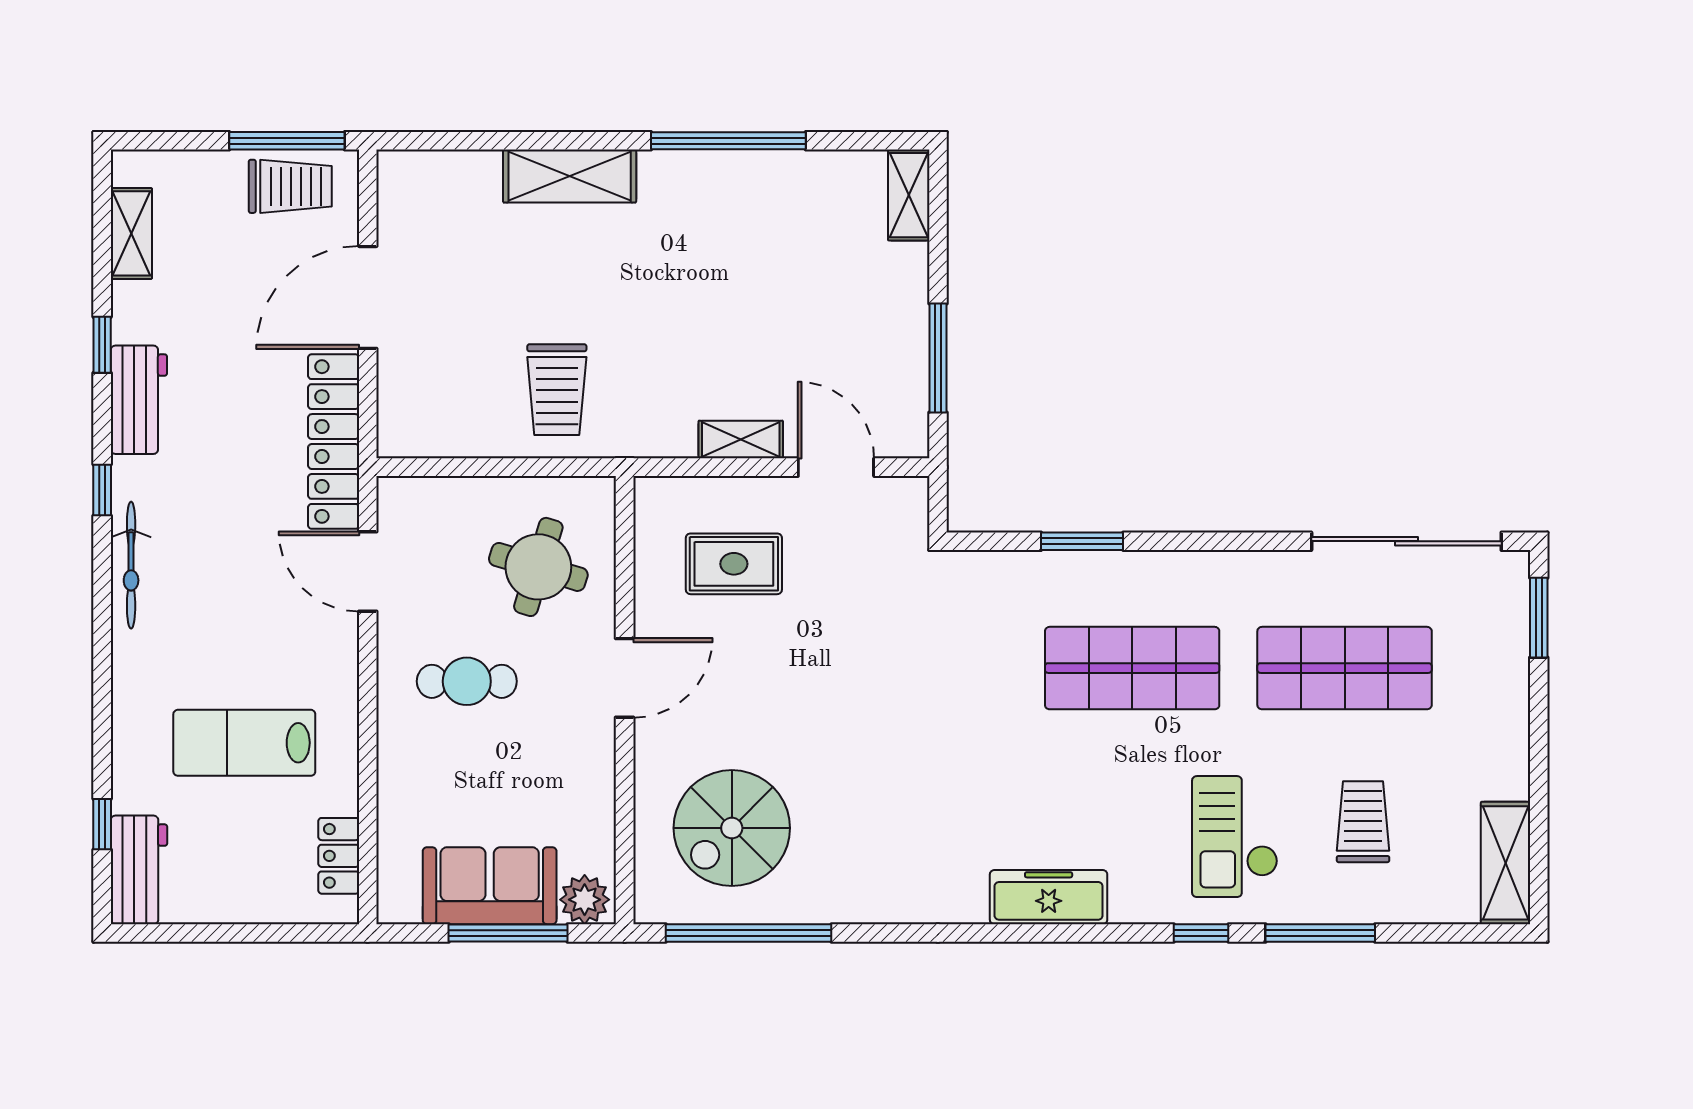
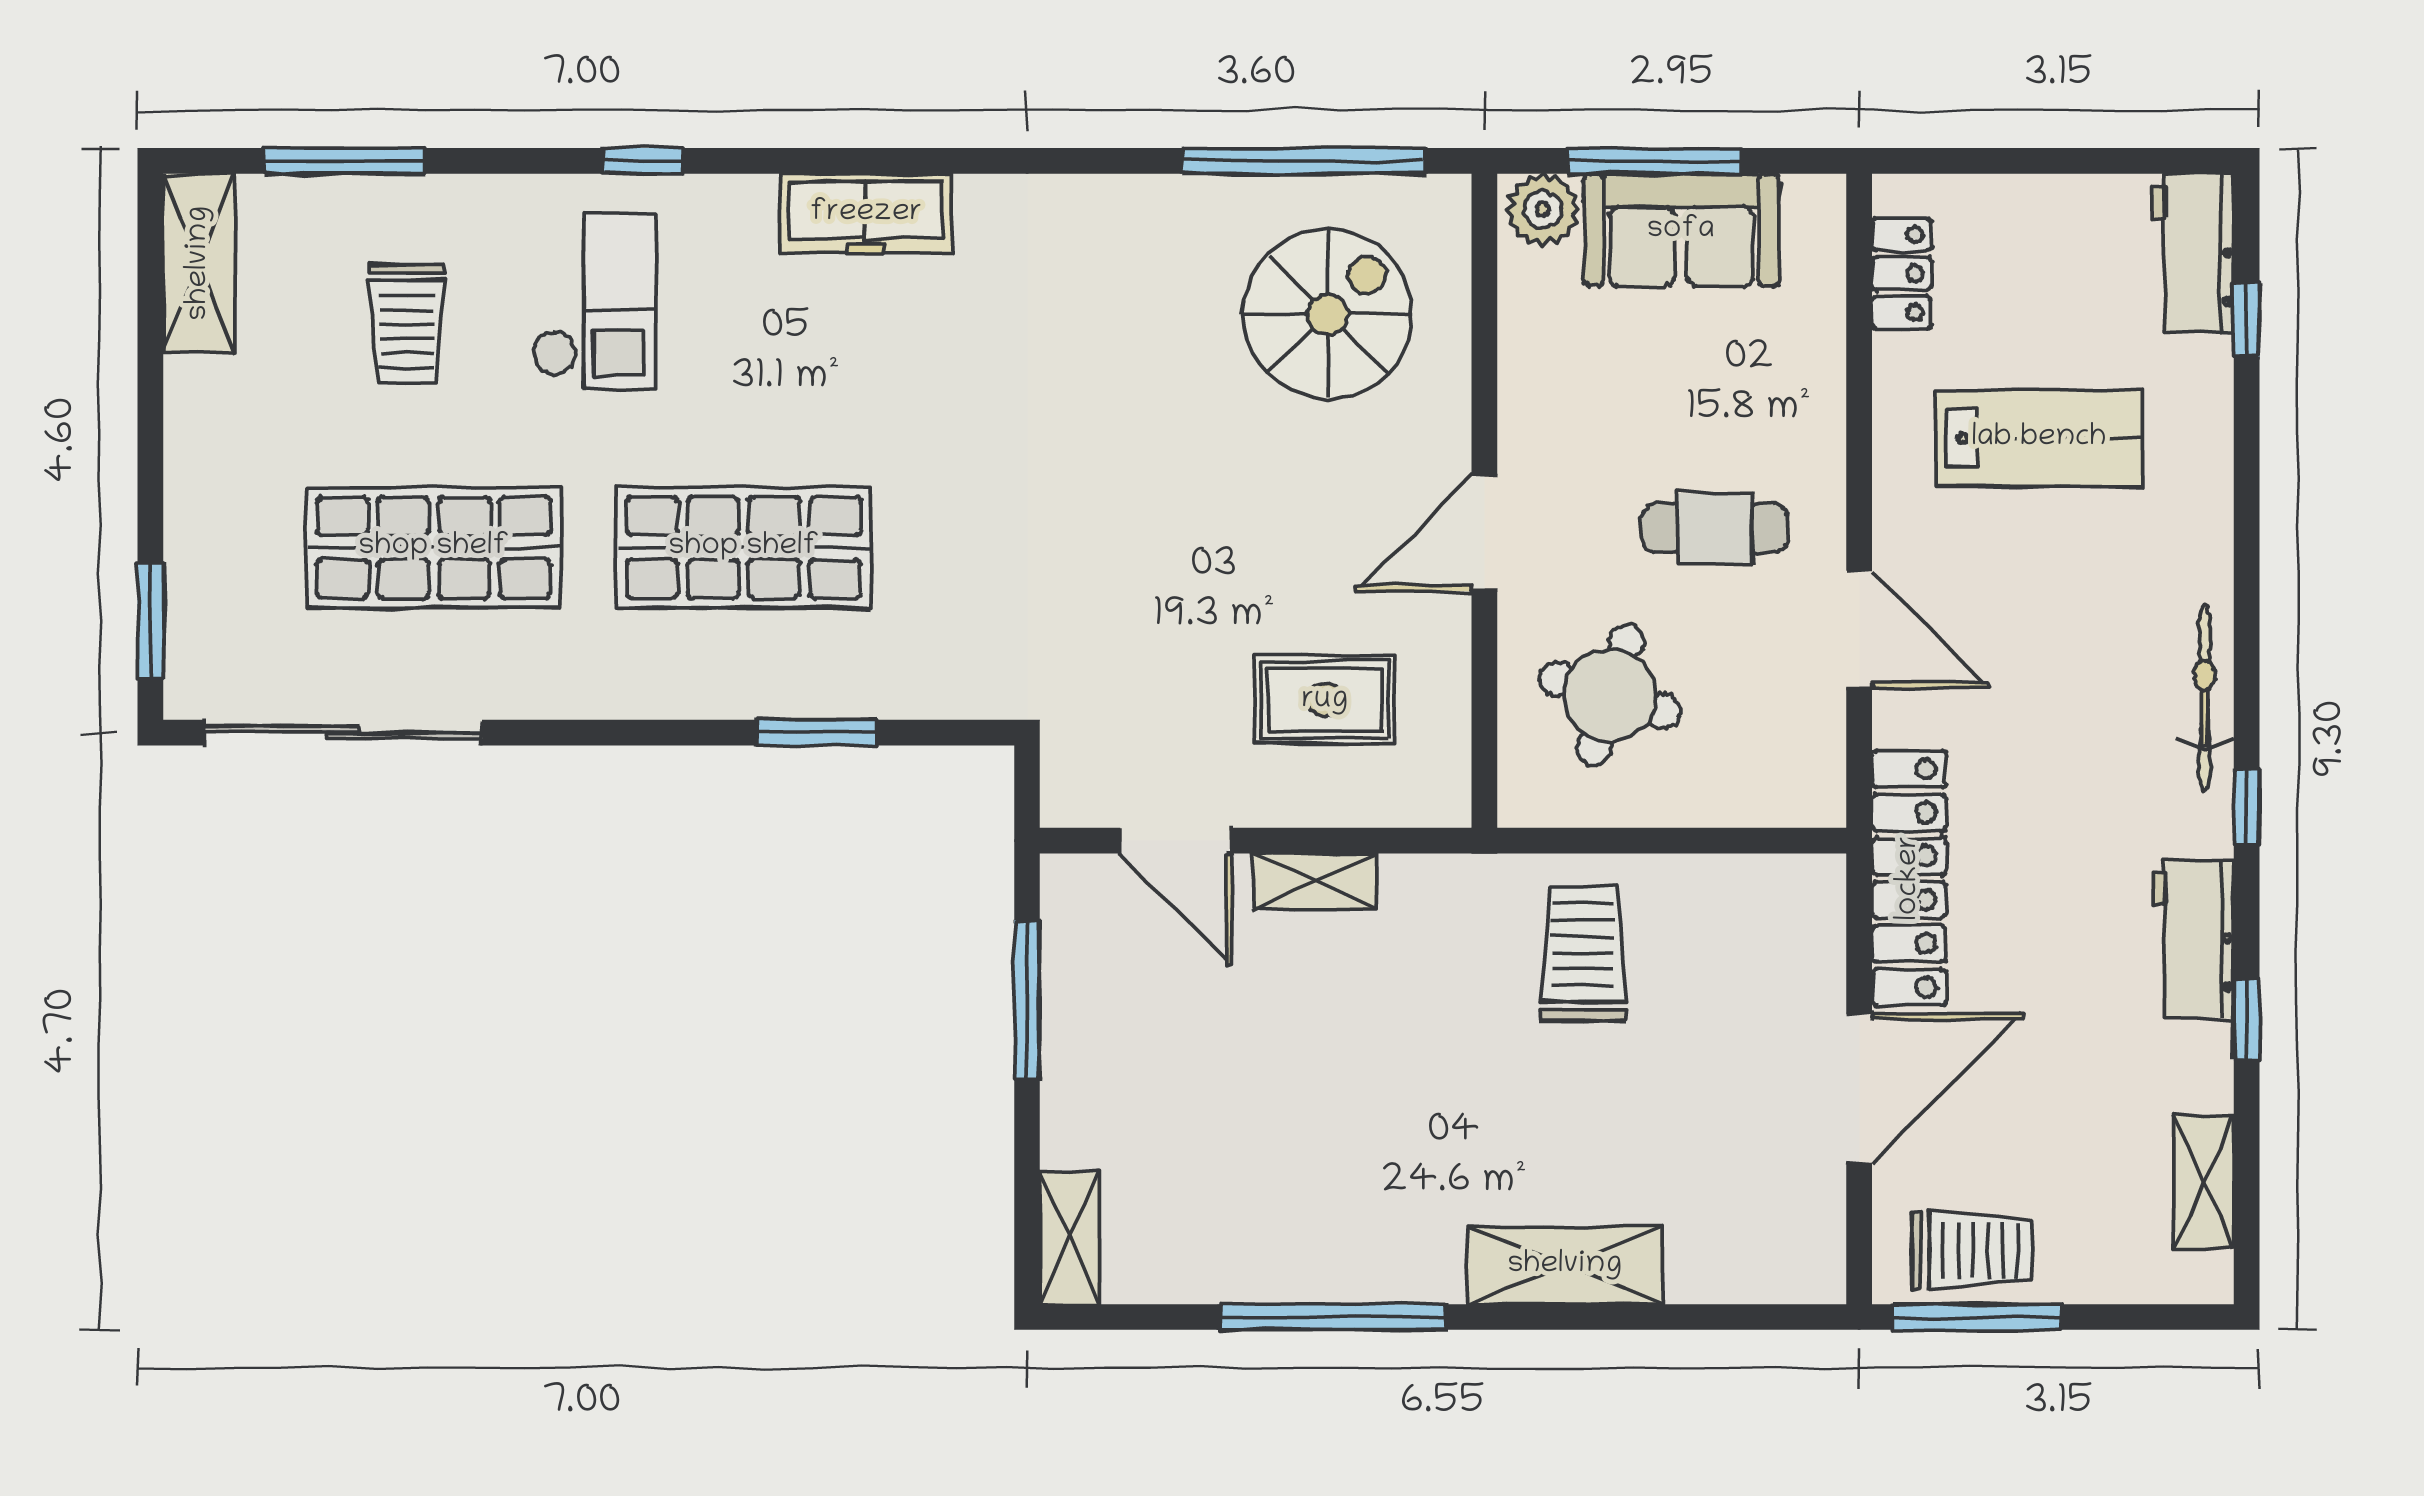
trolley: (290, 186) -> (1972, 1250), turned 180
door: (368, 571) -> (1859, 629), moved
window: (1320, 933) -> (344, 161), moved

